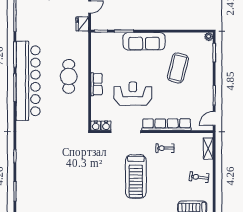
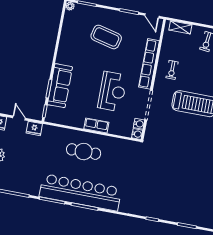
sofa: (144, 41) -> (60, 86), moved
coffee table: (178, 68) -> (106, 37), moved
reception desk: (133, 94) -> (112, 91), turned 180

